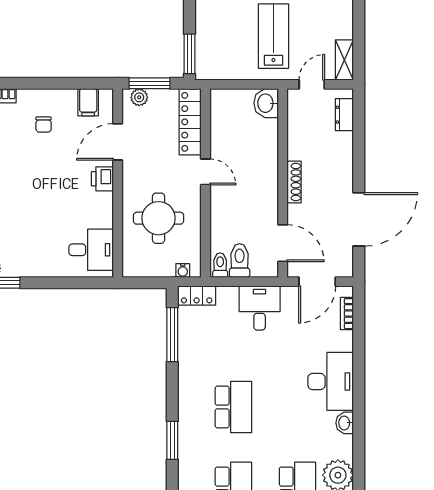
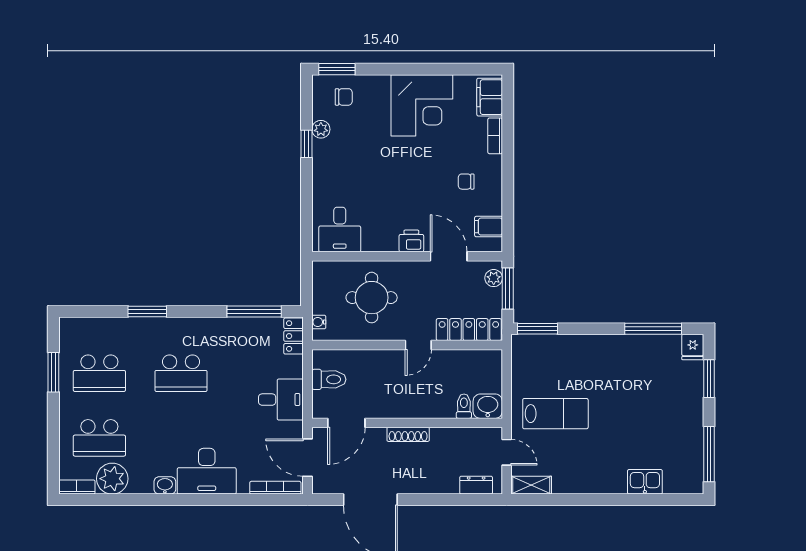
toilet: (220, 265) -> (464, 406), moved, turned -90
bookcase: (347, 314) -> (275, 488), width x1.56

